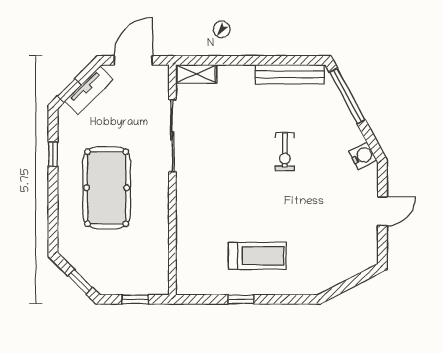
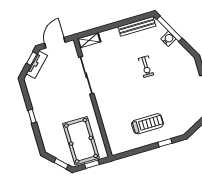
window: (69, 90) -> (32, 59), moved
window: (53, 154) -> (32, 116), moved
water cooler: (363, 156) -> (168, 39), moved
pool table: (107, 188) -> (81, 141), moved
window: (241, 299) -> (165, 143), moved

